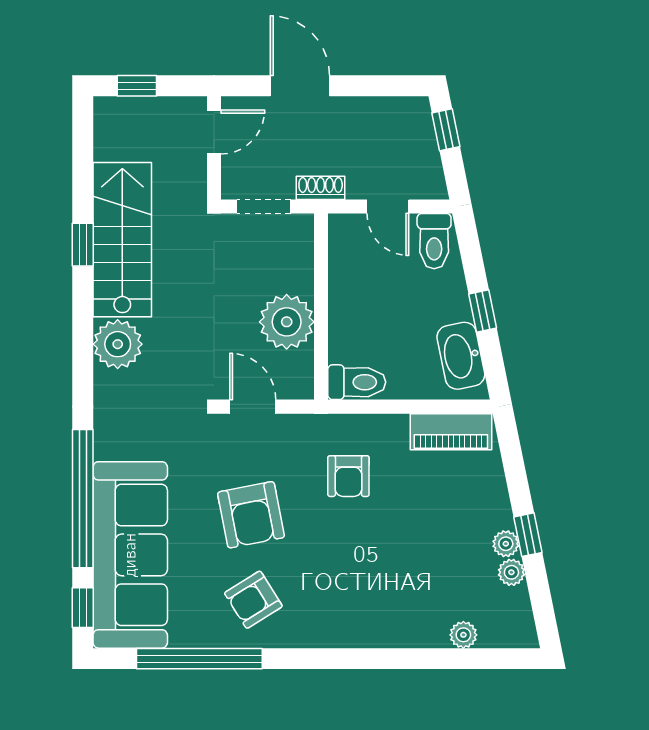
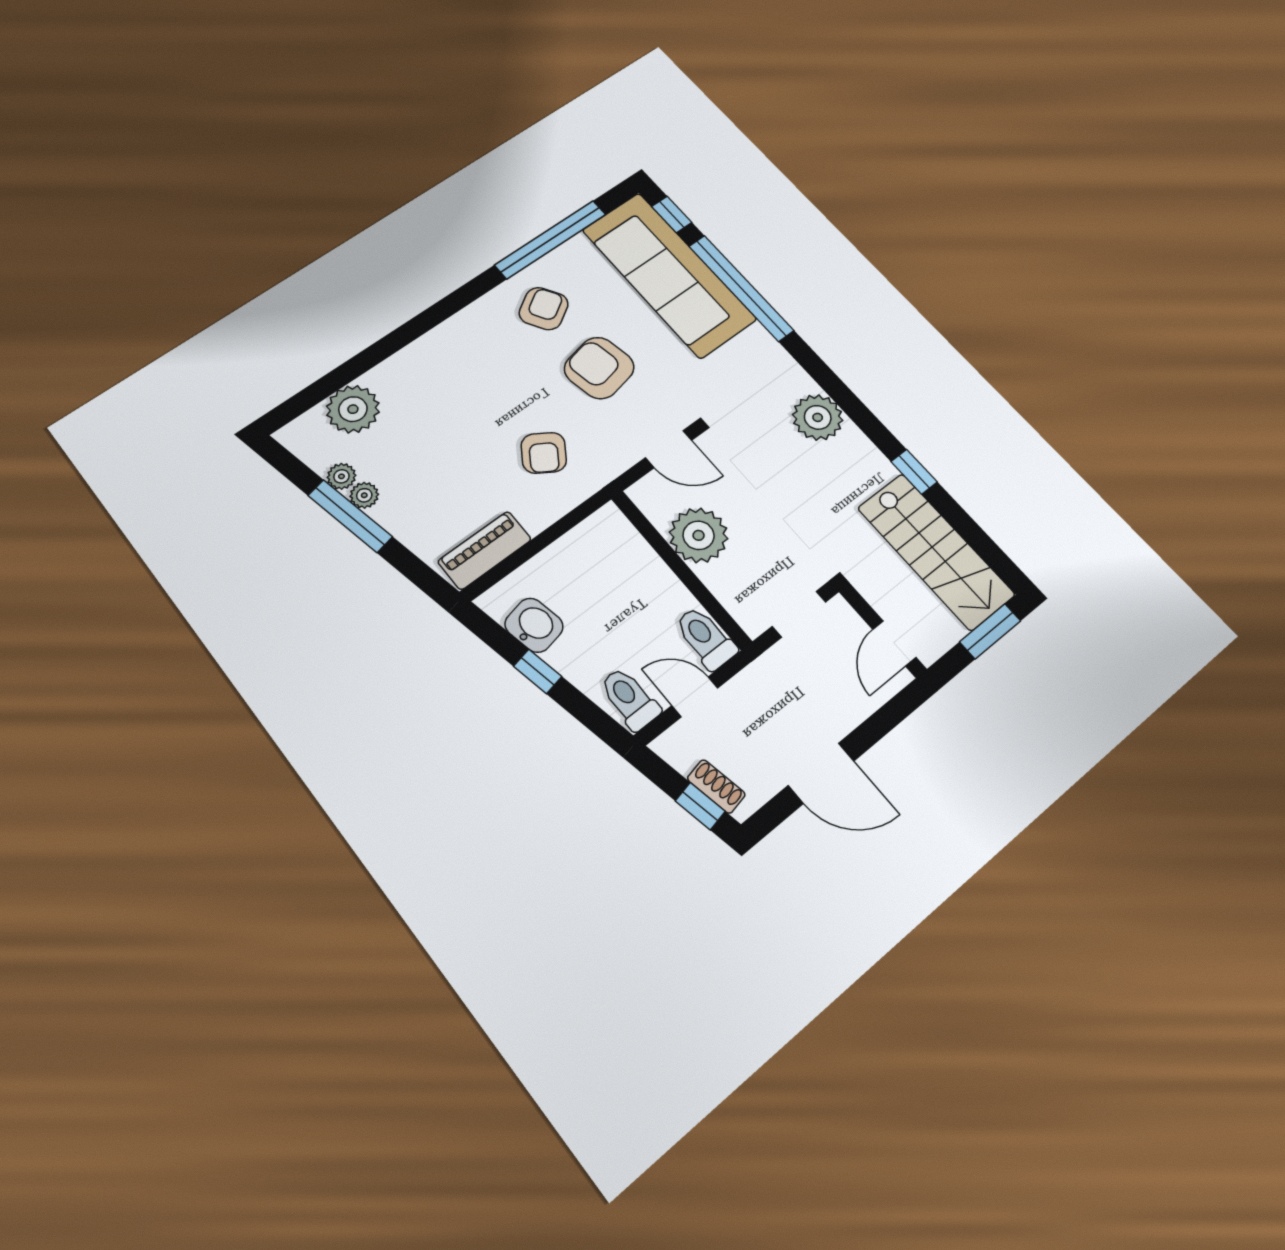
window: (137, 86) -> (990, 631), width x1.50
door: (300, 86) -> (821, 773), moved
shoe rack: (321, 188) -> (716, 786), moved, turned -101
stairs: (122, 240) -> (936, 551), moved
washbasin: (461, 356) -> (534, 625), width x0.72
toilet: (357, 382) -> (705, 638), moved, turned 90
armchair: (348, 476) -> (544, 453), turned -147
window: (528, 535) -> (350, 516), width x2.17
plant: (463, 635) -> (353, 409), width x1.88, depth x1.88

